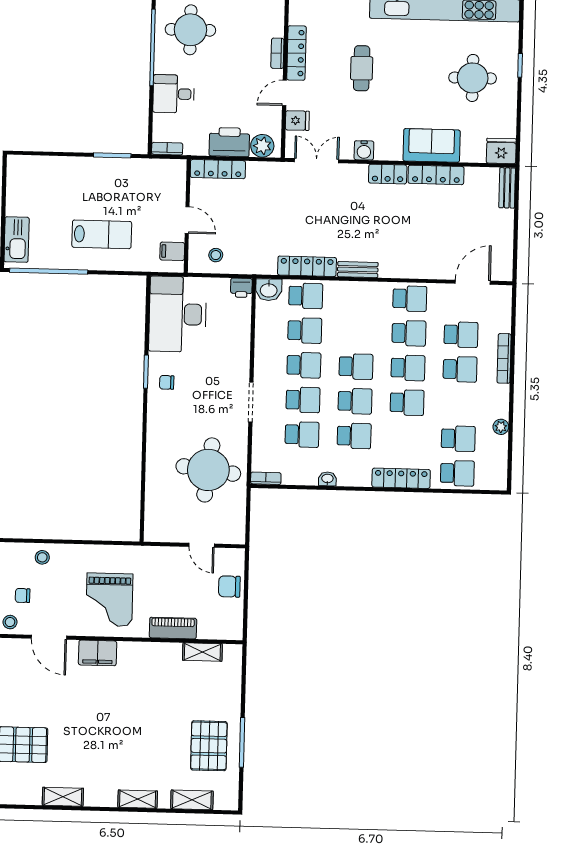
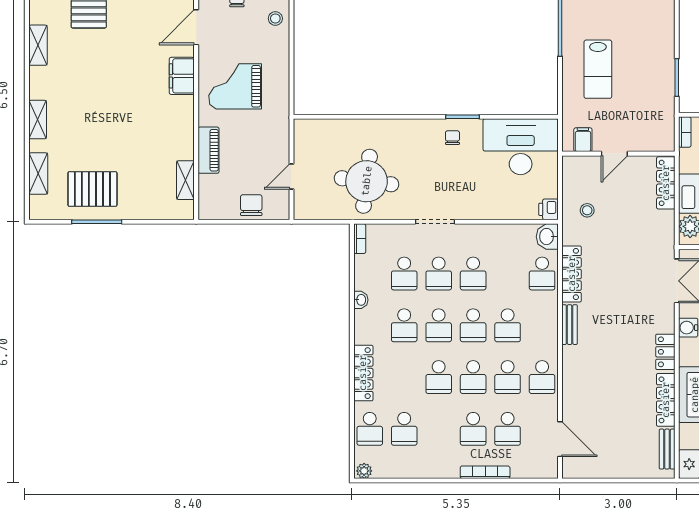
bench: (507, 188) -> (667, 449), moved, turned 90
stool: (216, 255) -> (587, 210), moved
school desk: (305, 331) -> (508, 325), moved
plant: (501, 427) -> (364, 471), moved

